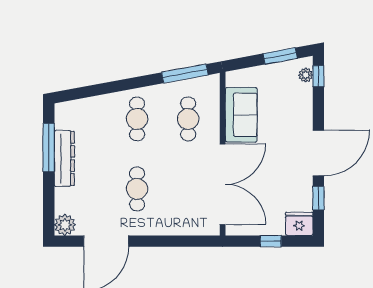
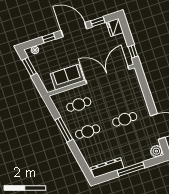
window: (185, 74) -> (64, 130), moved
window: (318, 76) -> (49, 38), moved
window: (49, 148) -> (131, 169), moved
dresser: (64, 159) -> (107, 168), moved
window: (271, 241) -> (133, 51), moved

